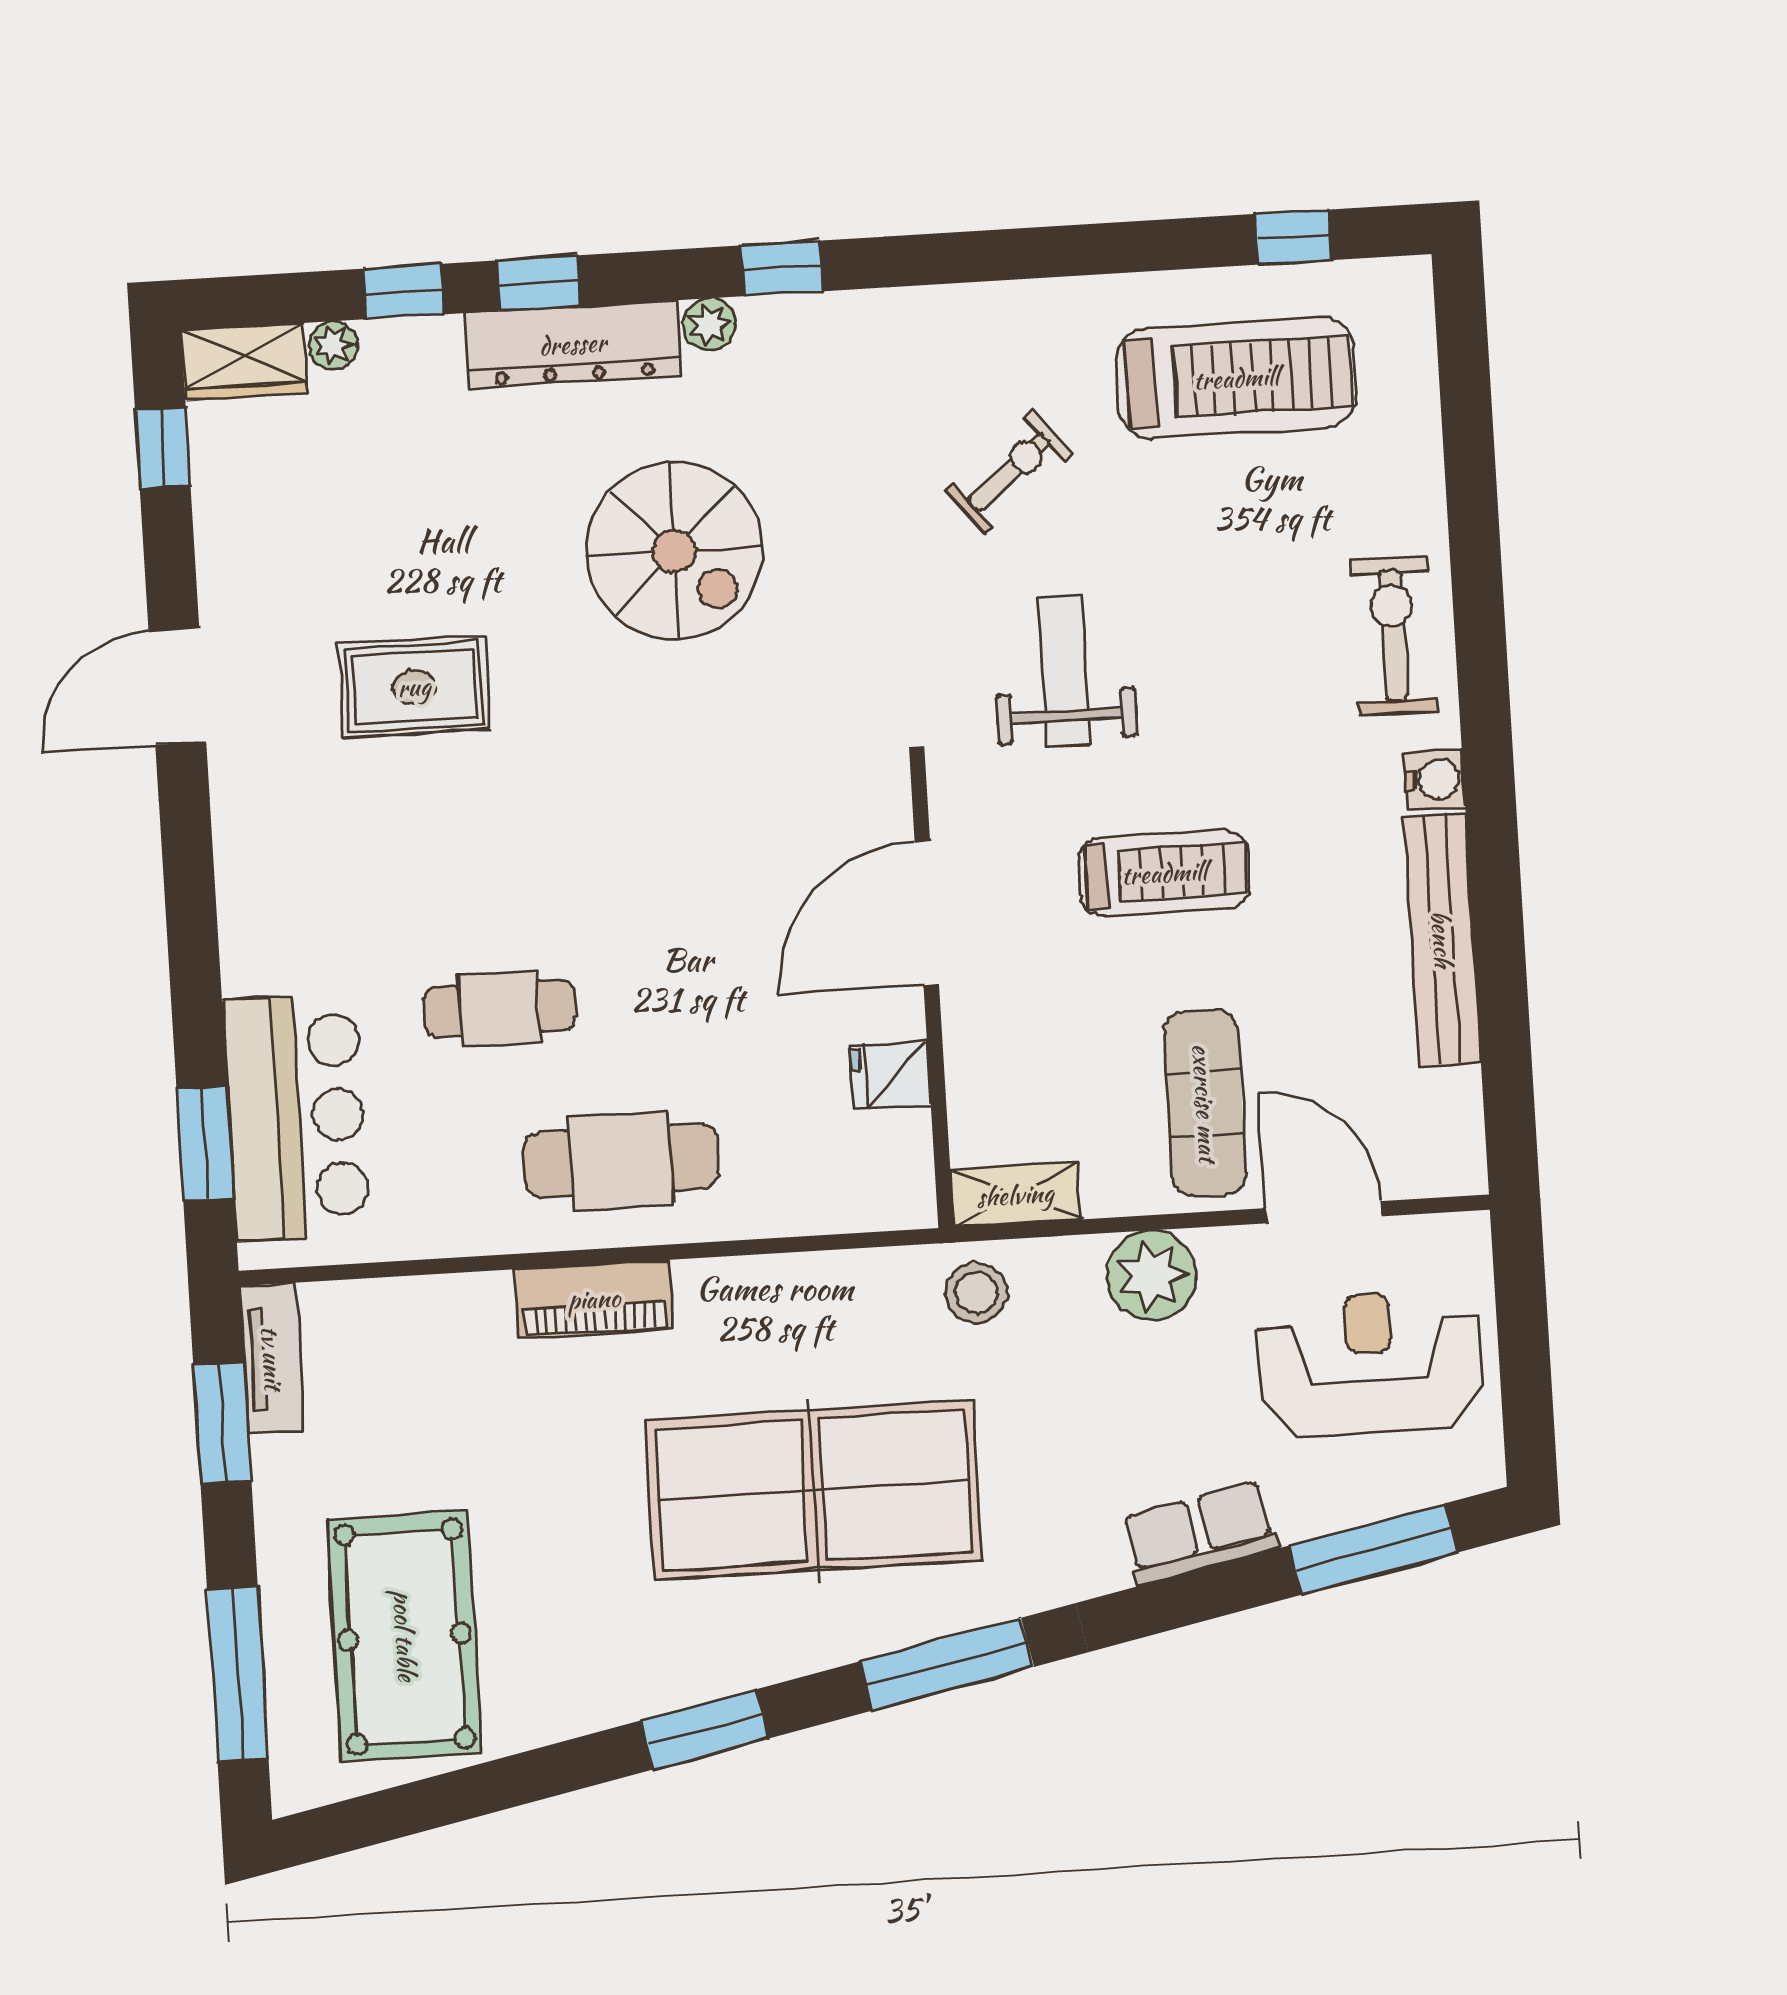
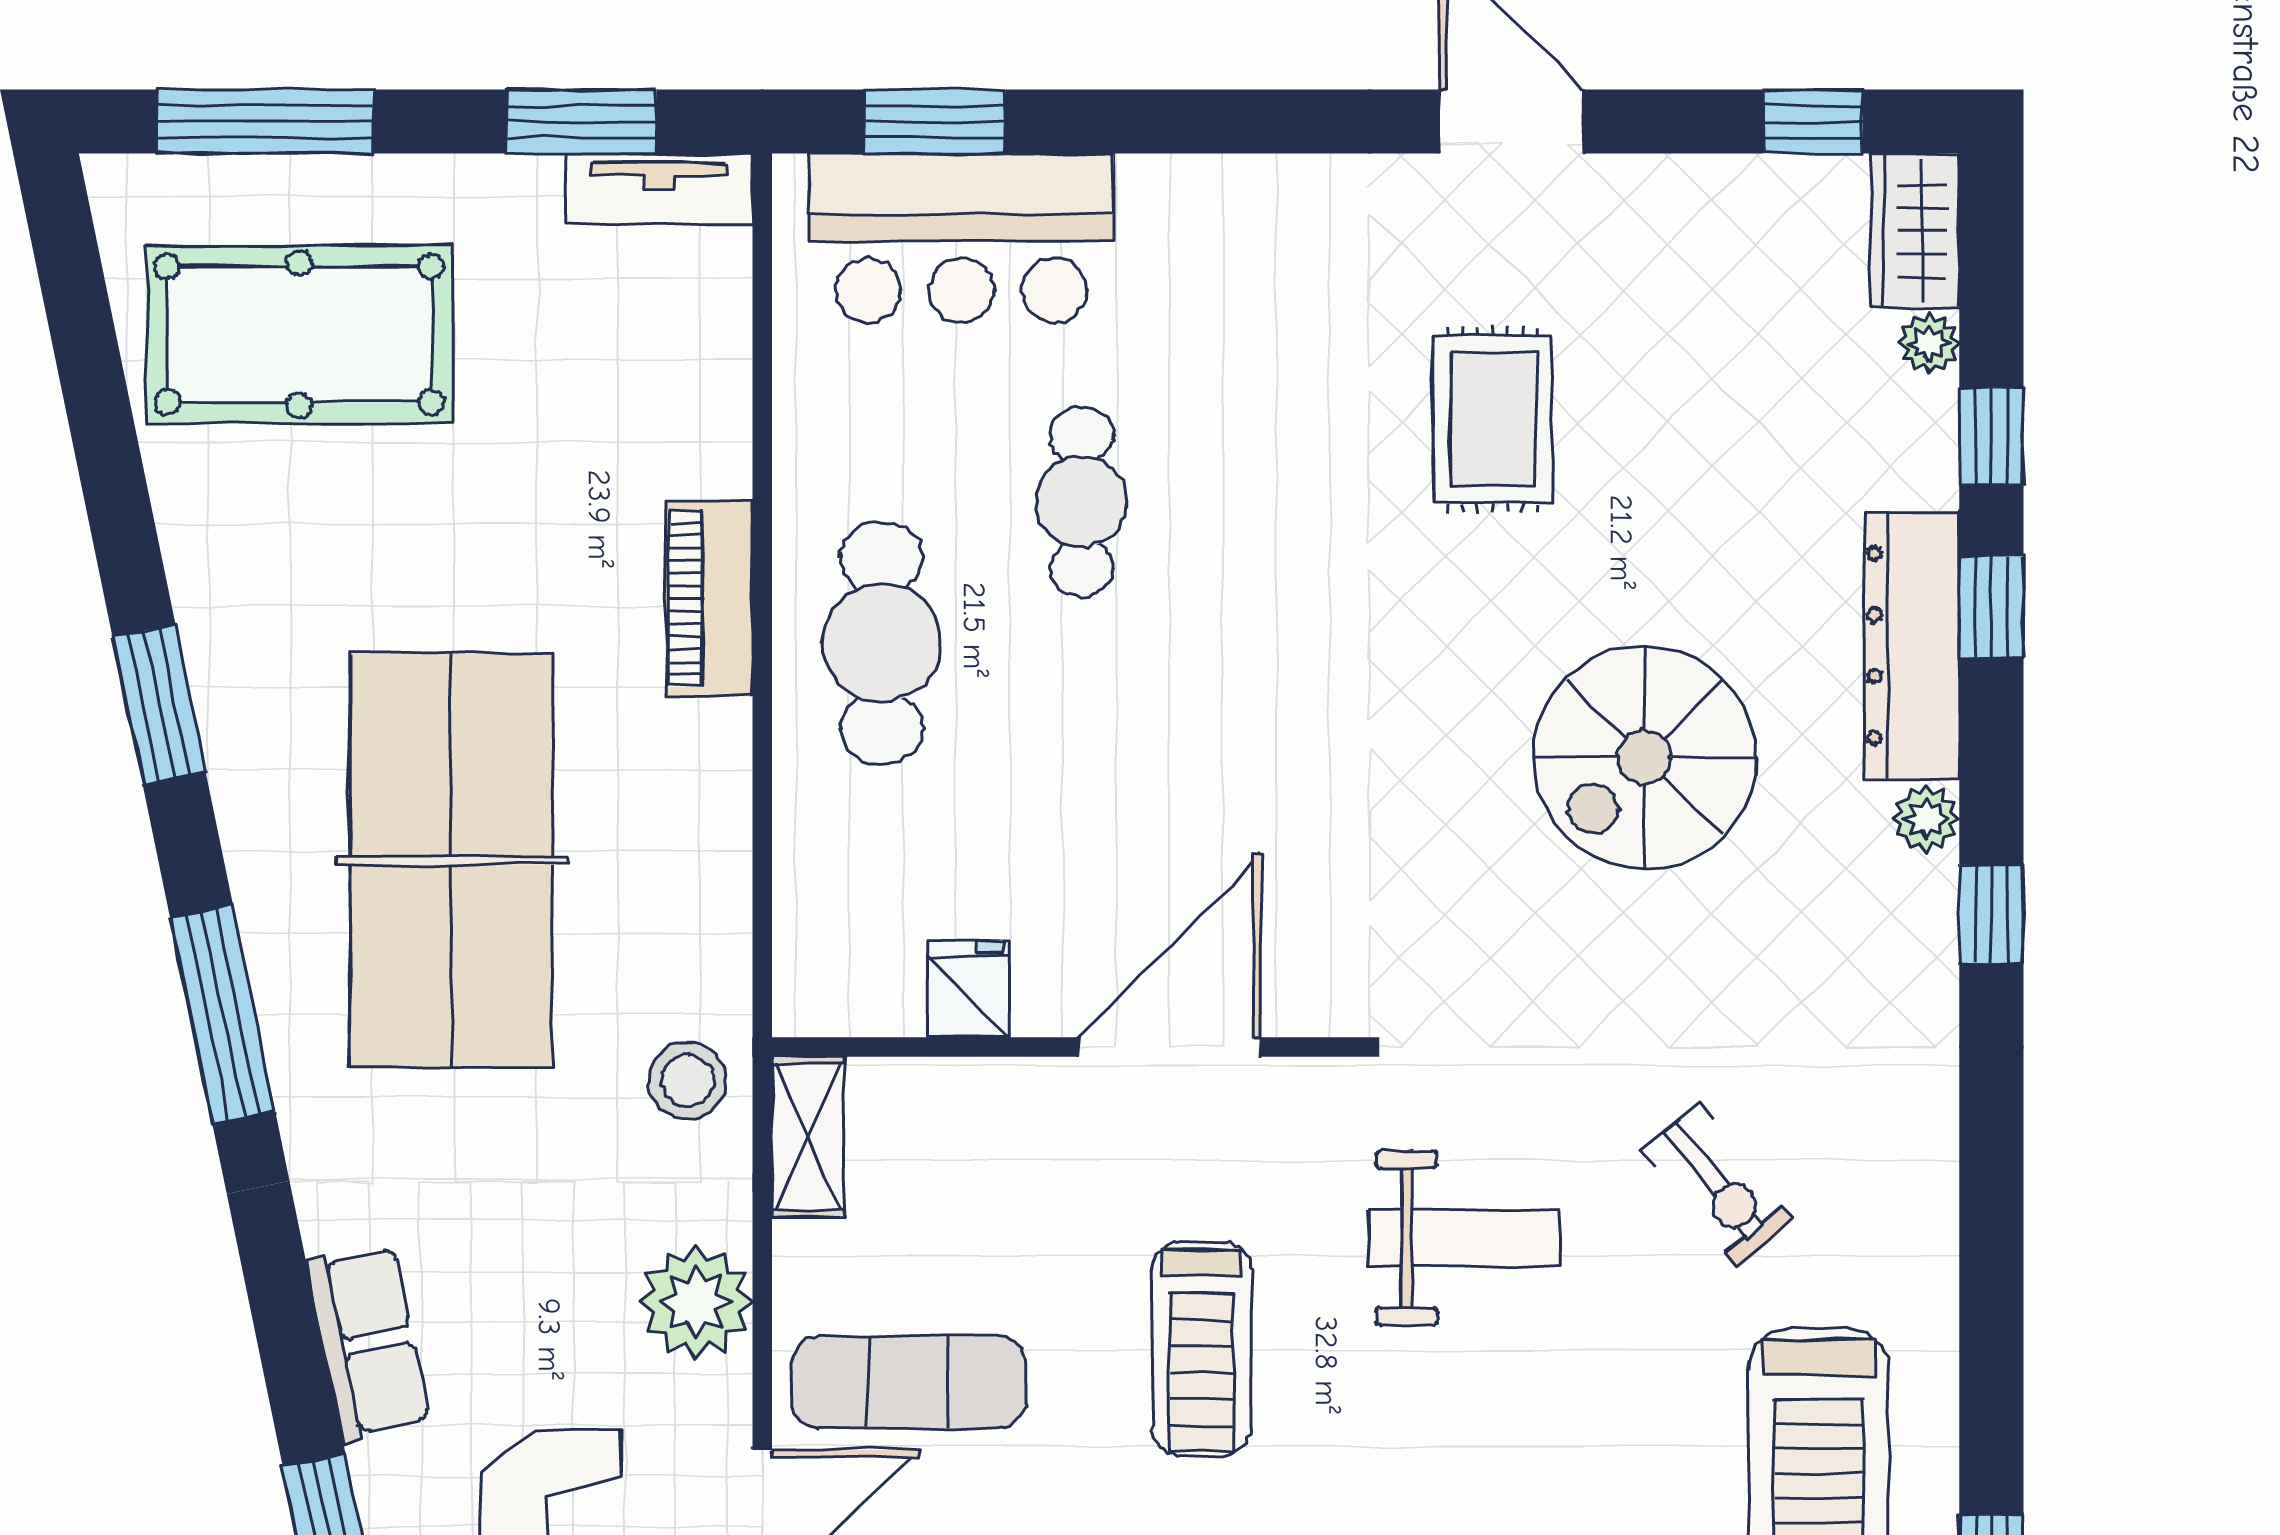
door: (927, 913) -> (1170, 1047), hinge flipped

